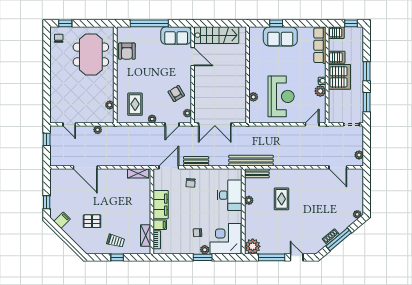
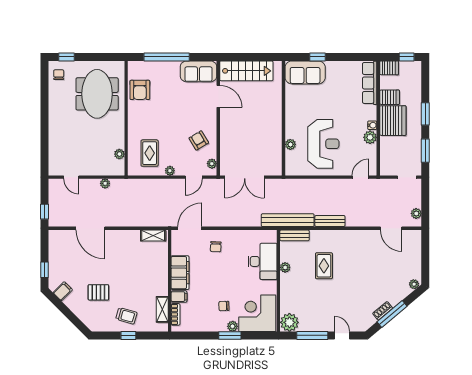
sofa: (280, 36) -> (305, 72), moved
window: (47, 139) -> (44, 212), moved
bench: (196, 161) -> (330, 221), moved

